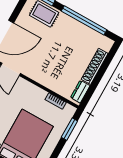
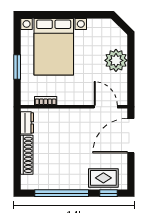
window: (69, 129) -> (17, 67), moved

